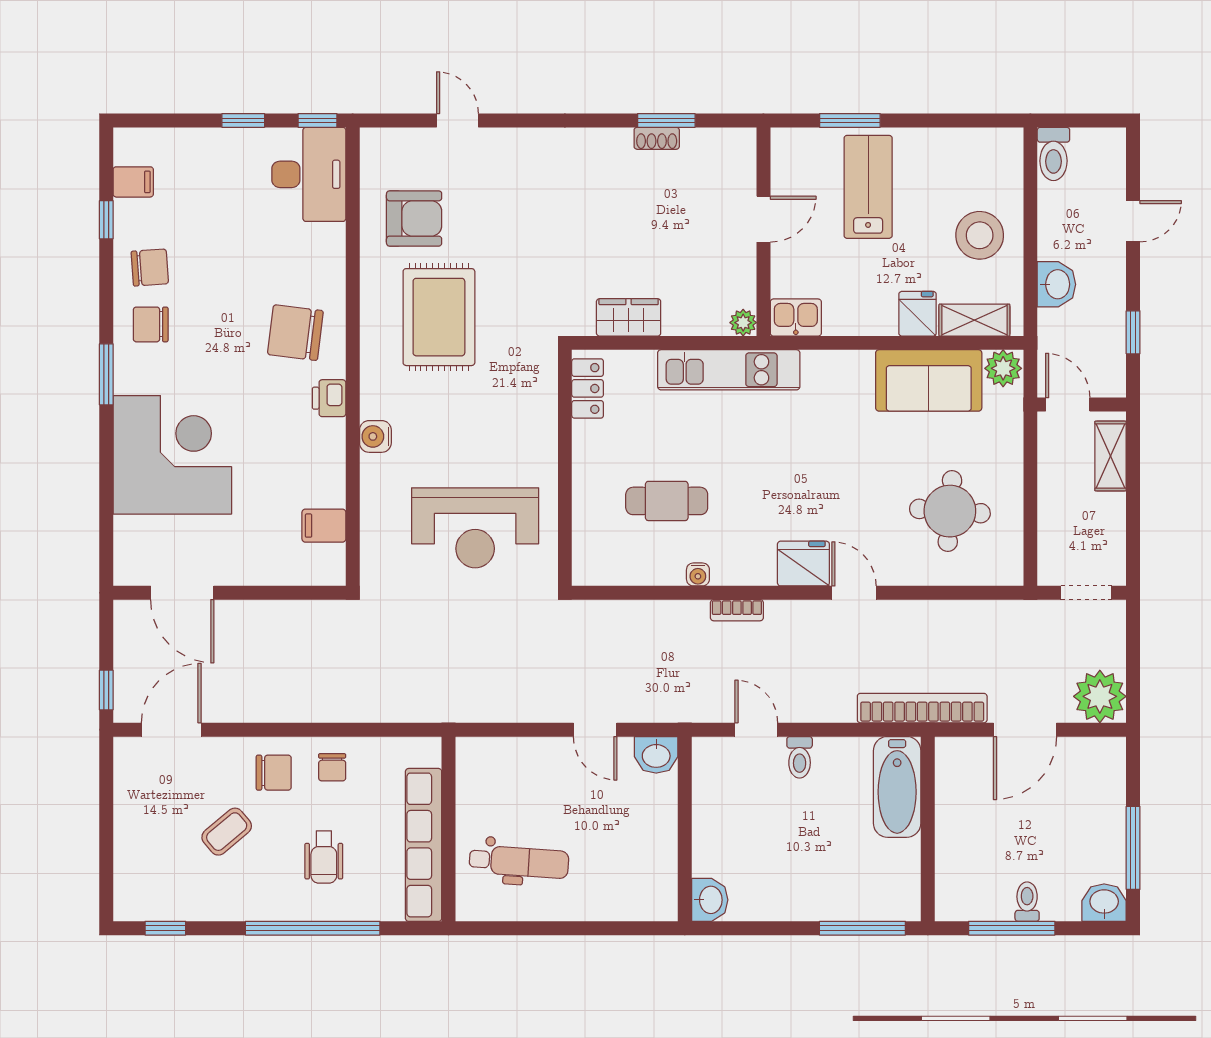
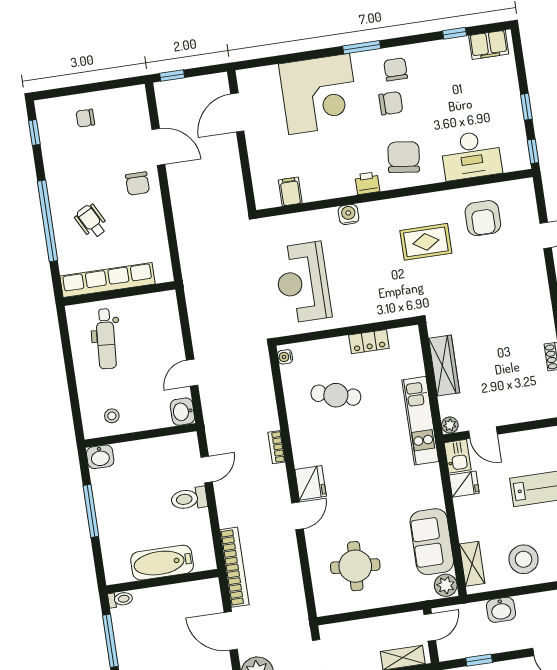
desk: (309, 174) -> (471, 155), moved
filing cabinet: (133, 182) -> (489, 45), width x2.00
door: (763, 219) -> (483, 433), moved
chair: (150, 268) -> (391, 103), moved, turned -86
fridge: (918, 314) -> (464, 484), moved
rug: (439, 317) -> (426, 242), width x0.73, depth x0.70
wardrobe: (629, 317) -> (444, 365), width x1.50
locker: (588, 388) -> (369, 342), moved
cafe table: (667, 501) -> (336, 395), turned -75
water cooler: (698, 574) -> (285, 357), moved
door: (171, 730) -> (158, 147), moved
toilet: (800, 757) -> (189, 499), width x1.37, depth x1.39
chair: (332, 767) -> (85, 118), moved
bathtub: (897, 787) -> (162, 563), moved
coffee table: (227, 832) -> (98, 161), removed
wheelchair: (324, 857) -> (91, 221), turned 62
stool: (646, 871) -> (112, 416), added
toilet: (1027, 902) -> (120, 599), moved
window: (862, 928) -> (91, 511), moved

